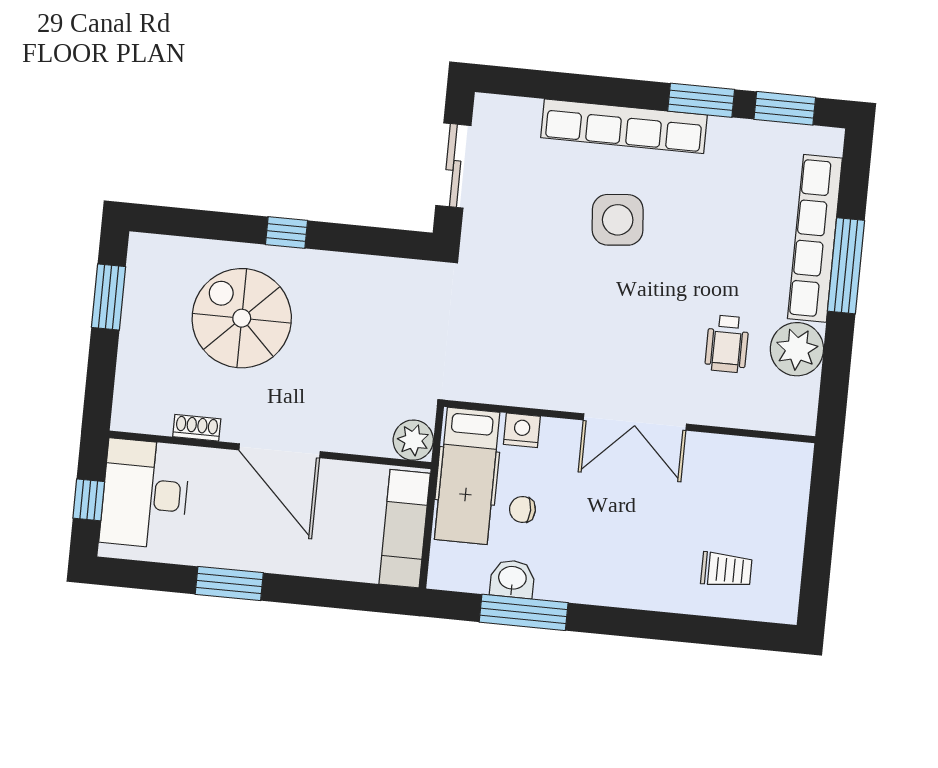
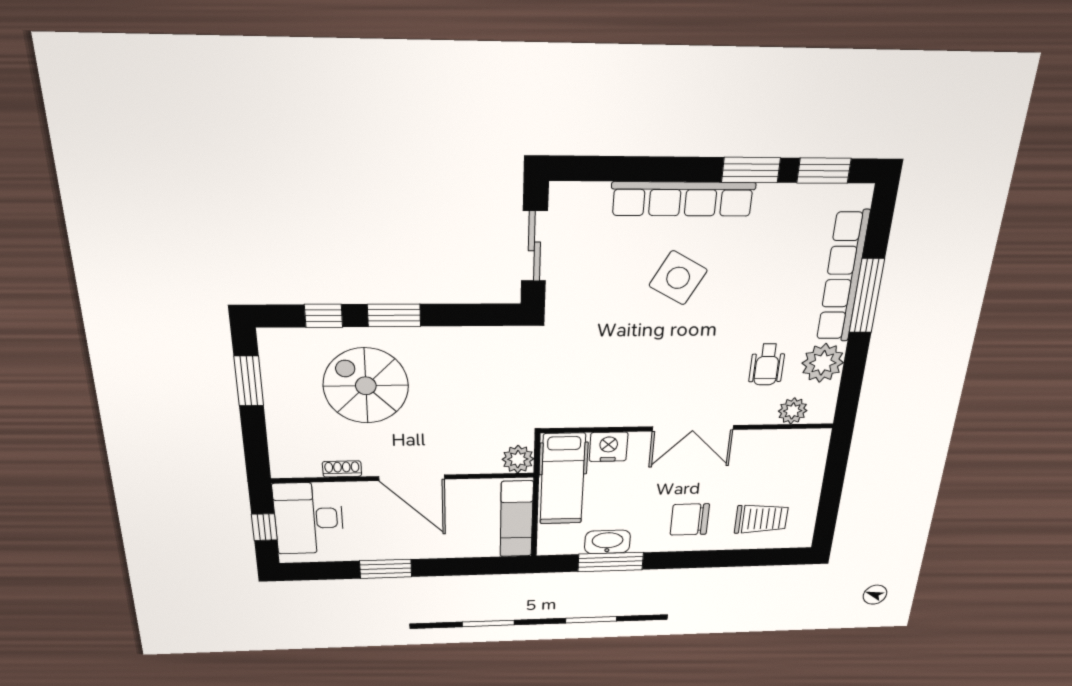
side table: (618, 220) -> (678, 278), turned 34
window: (207, 225) -> (324, 316), added
window: (286, 233) -> (394, 315), width x1.50
plant: (762, 412) -> (793, 411), added
nightstand: (522, 430) -> (609, 447), width x1.36, depth x1.33
chair: (522, 509) -> (690, 519), moved, width x1.87, depth x1.87
trolley: (726, 570) -> (761, 519), width x1.36, depth x1.39
washbasin: (512, 579) -> (607, 542), width x1.38

